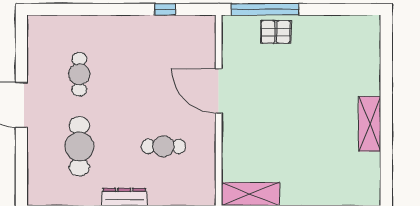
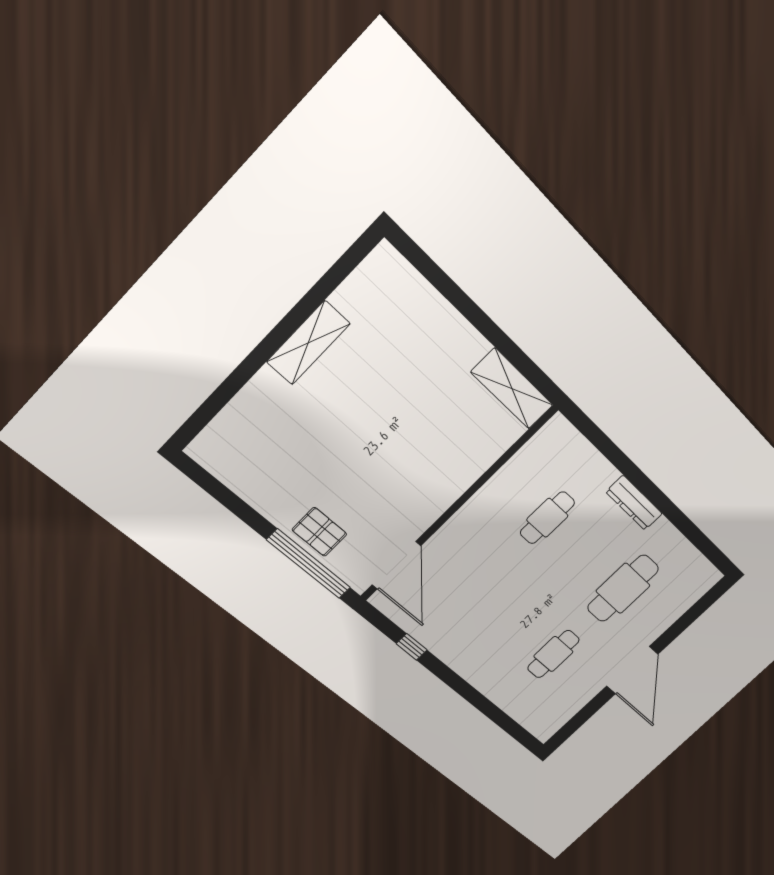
door: (219, 91) -> (396, 565), moved
cafe table: (163, 146) -> (547, 518), turned 90

